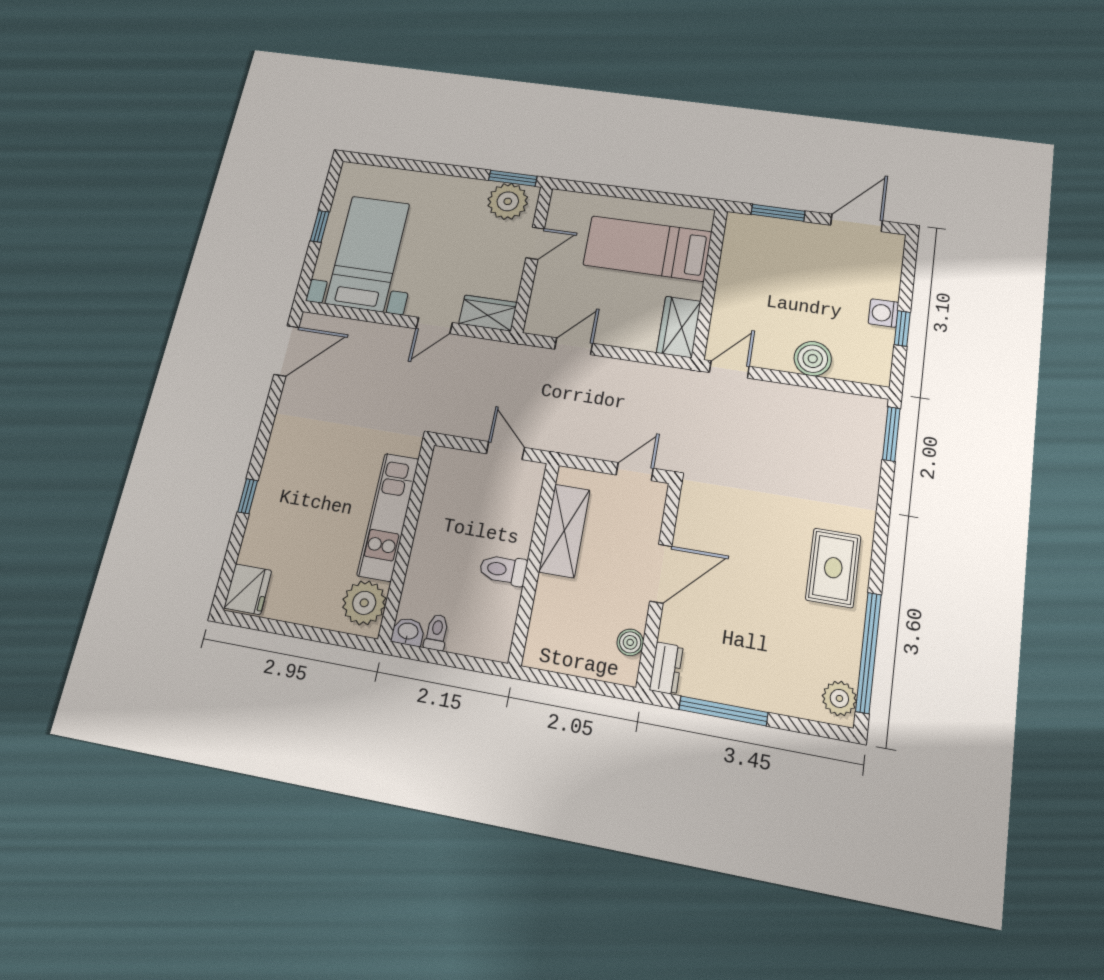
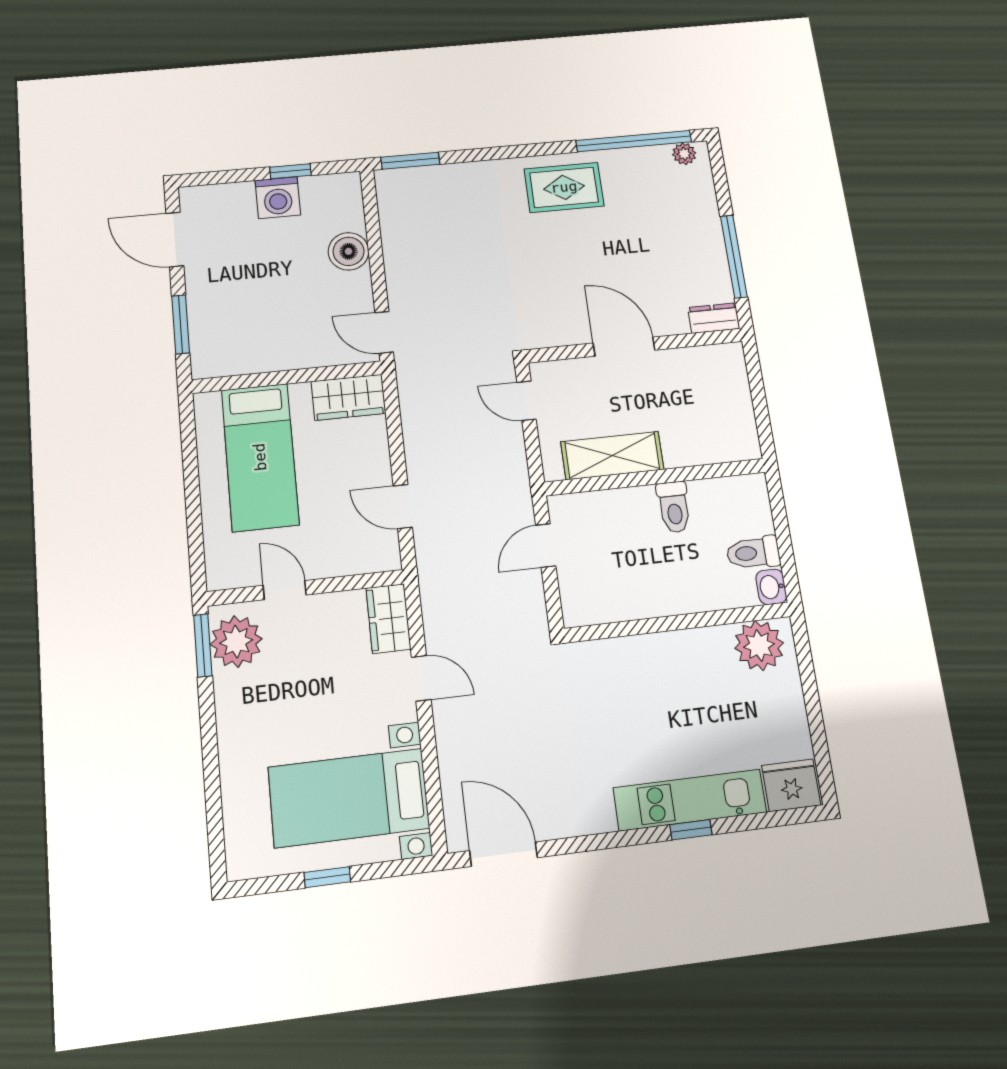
washing machine: (884, 313) -> (278, 198), width x1.38, depth x1.38
kitchen unit: (388, 517) -> (690, 800), moved, turned 180
toilet: (437, 632) -> (753, 553), width x1.37, depth x1.39
boiler: (630, 642) -> (702, 358), removed
plant: (839, 698) -> (684, 154), width x0.73, depth x0.73

